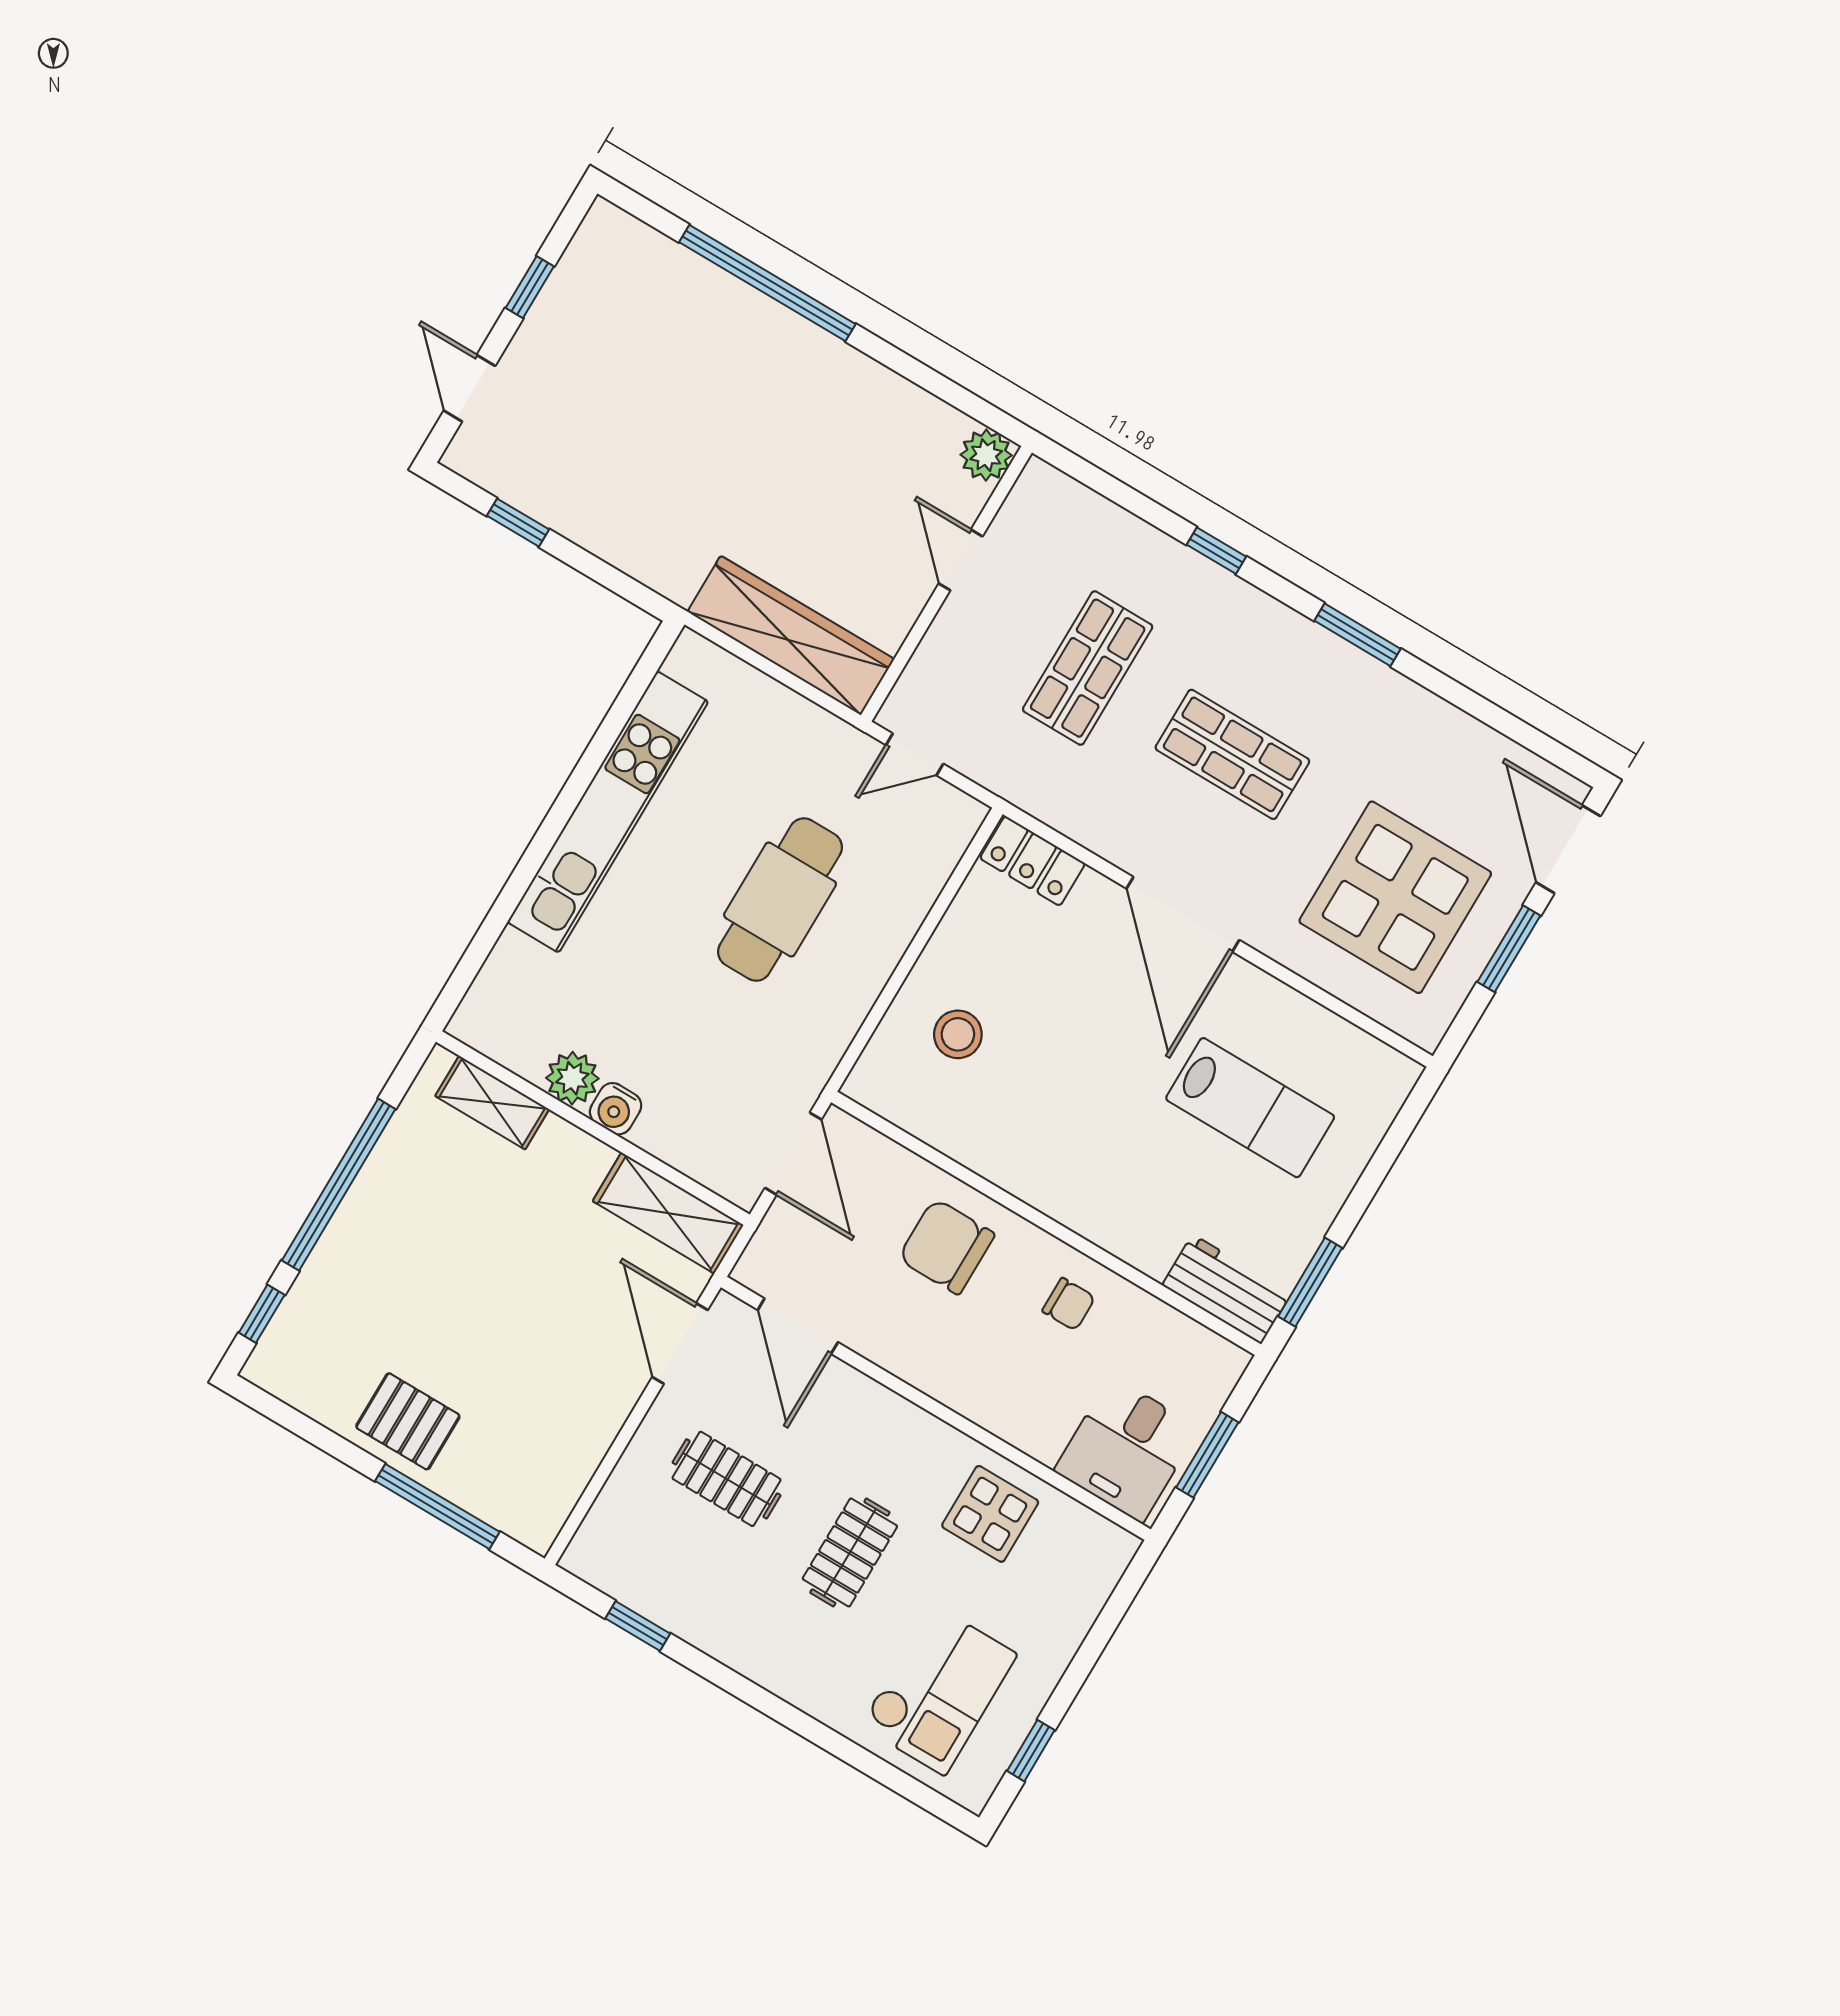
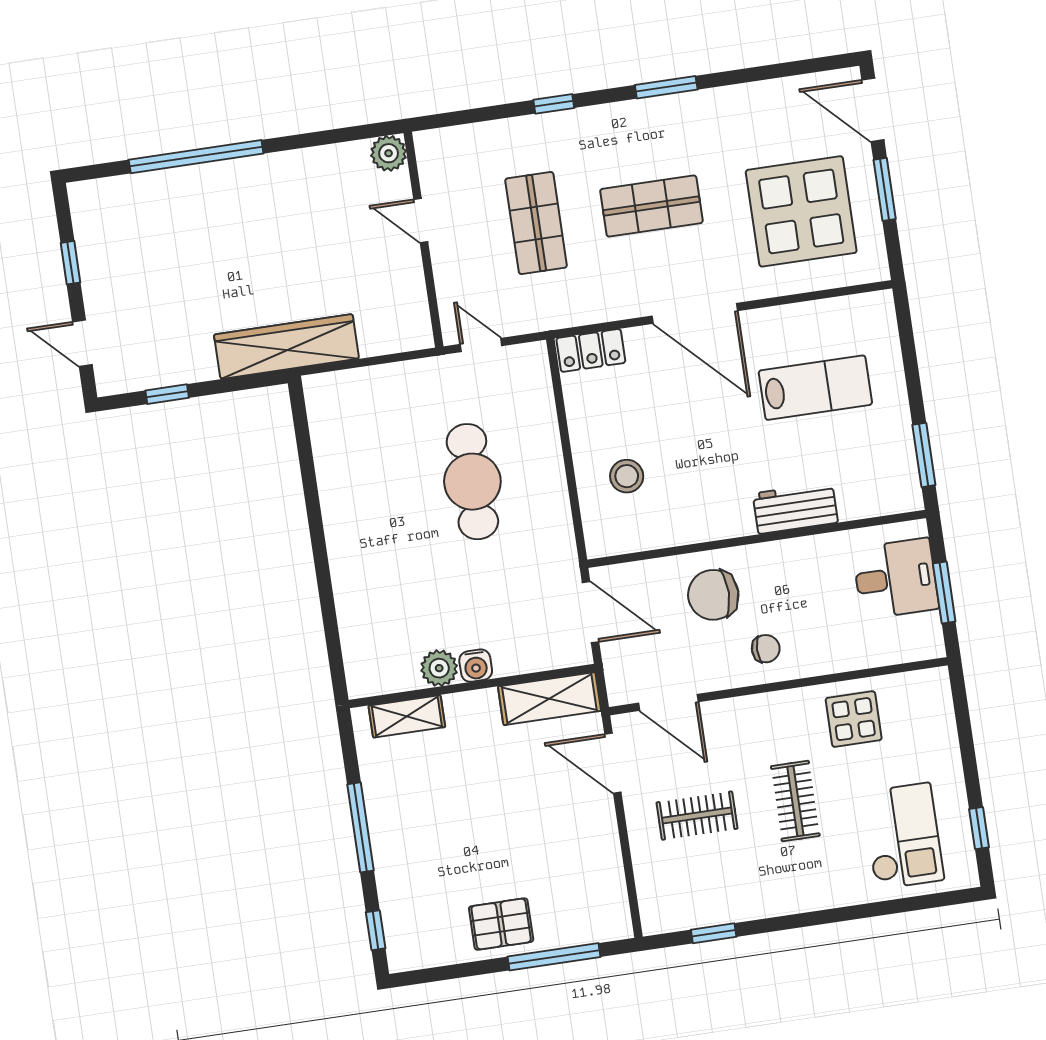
wardrobe: (791, 635) -> (286, 347), moved
door: (915, 754) -> (481, 345), swing flipped
kitchen unit: (608, 812) -> (342, 510), removed
window: (339, 1185) -> (360, 827), width x0.68
workbench: (1227, 1289) -> (795, 508), moved
chair: (1069, 1304) -> (766, 649), moved
desk: (1127, 1449) -> (896, 578), moved, turned -90

